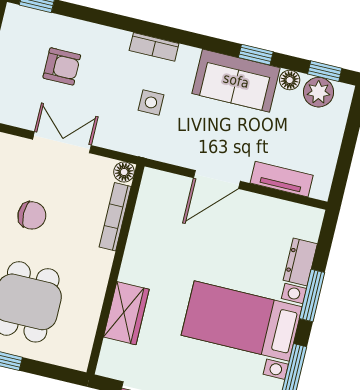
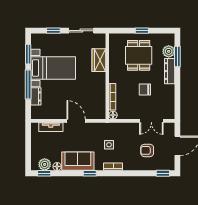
window: (256, 55) -> (90, 173), moved
double door: (62, 142) -> (151, 121), moved
door: (217, 179) -> (76, 121), hinge flipped
window: (312, 296) -> (28, 85), width x1.44

